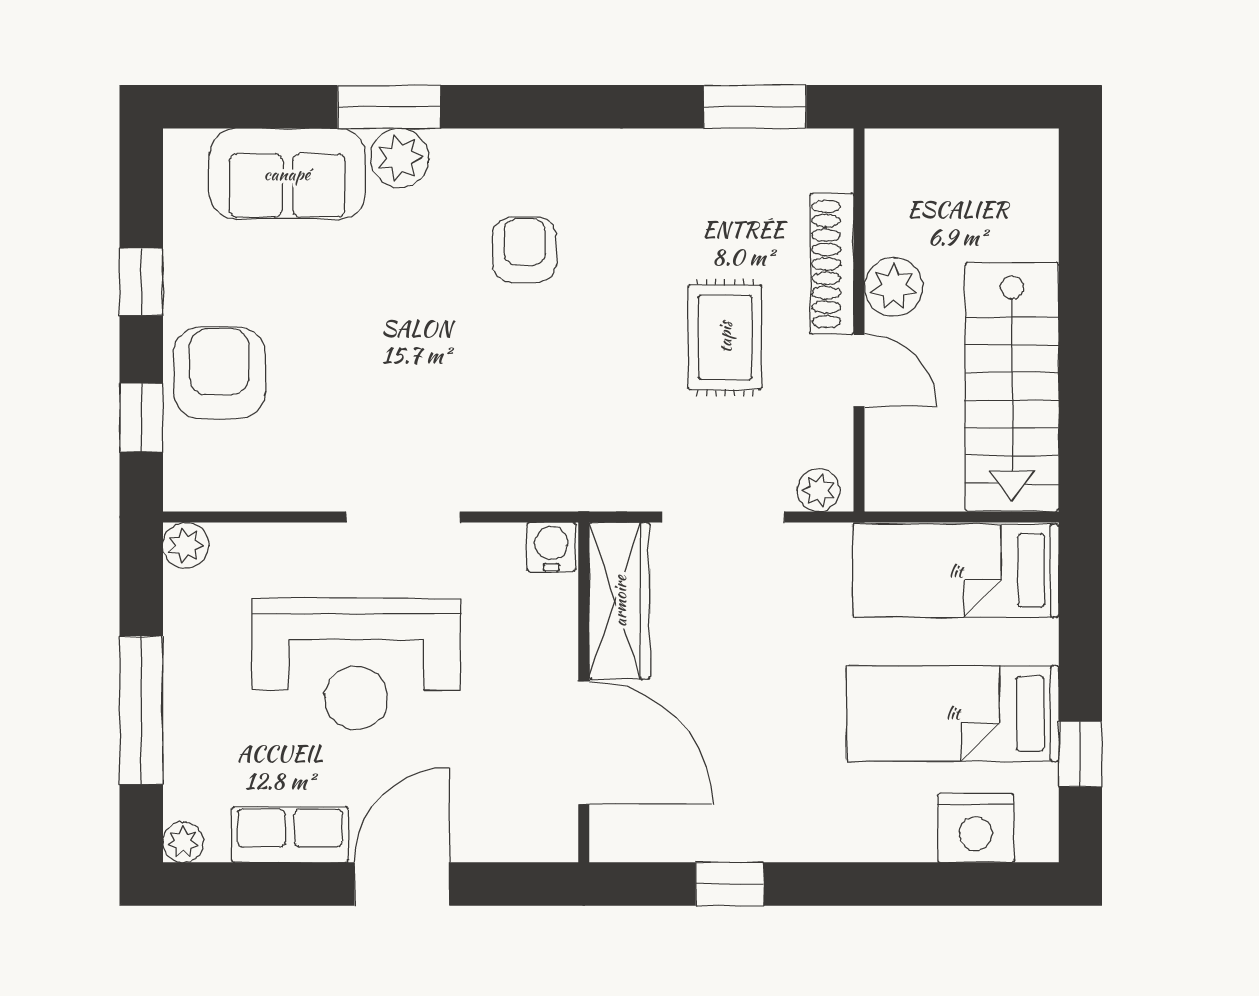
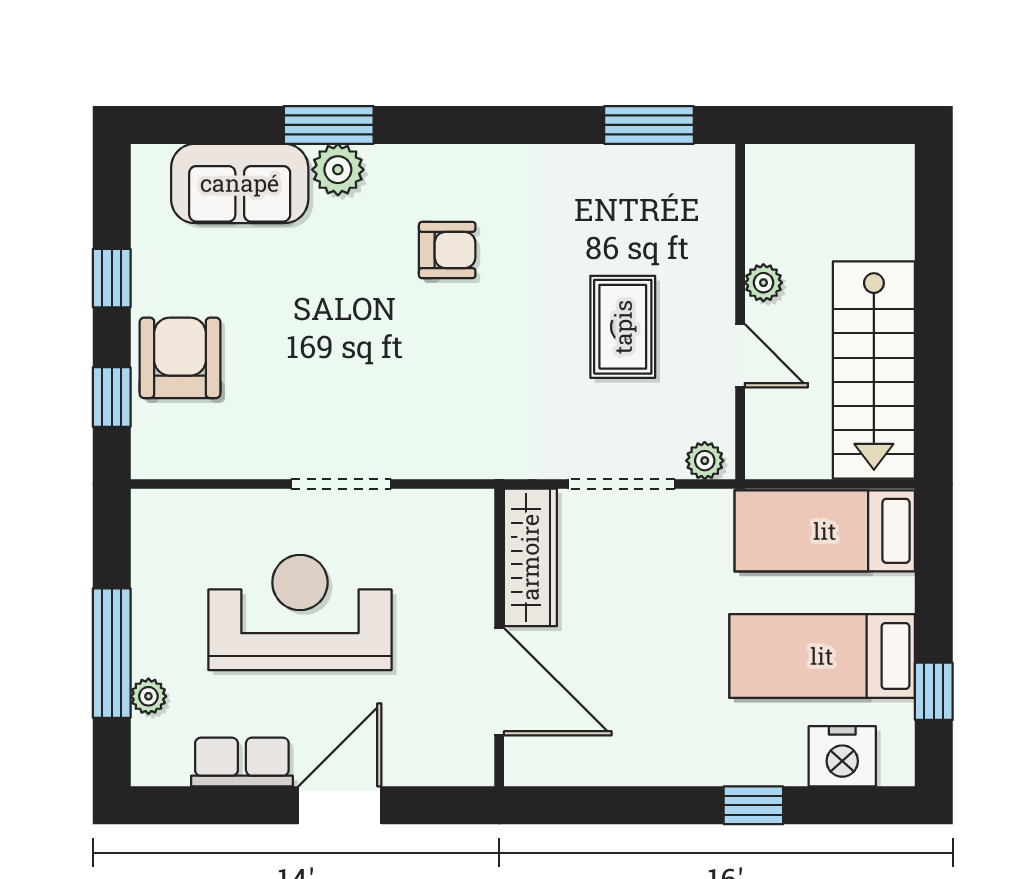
armchair: (524, 250) -> (447, 250), turned 90
shoe rack: (832, 264) -> (716, 262), removed
plant: (894, 287) -> (763, 283), width x0.73, depth x0.73
plant: (186, 545) -> (151, 509), removed
water cooler: (551, 547) -> (471, 510), removed
reception desk: (356, 664) -> (300, 612), turned 180
plant: (183, 842) -> (148, 696), moved
window: (730, 884) -> (753, 805), moved

